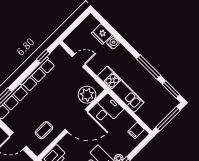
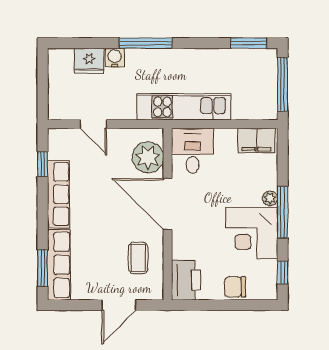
door: (79, 60) -> (93, 124), swing flipped
window: (149, 67) -> (146, 43), moved
door: (76, 121) -> (168, 204), swing flipped
filing cabinet: (136, 131) -> (257, 141), width x2.00

